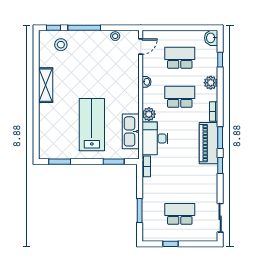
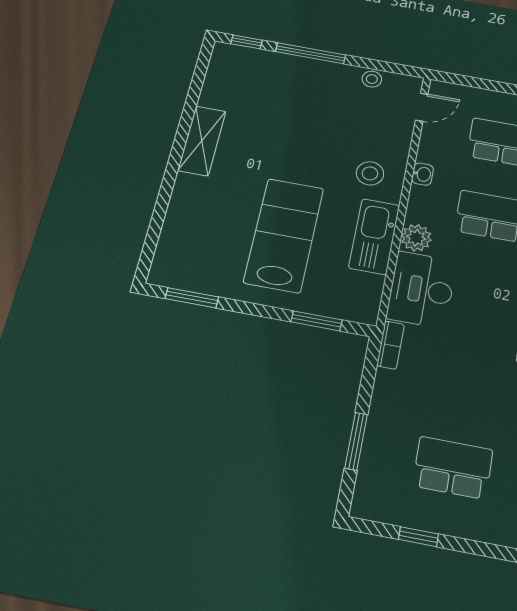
stool: (61, 45) -> (370, 173), moved
kitchen sink: (131, 131) -> (374, 236), moved

